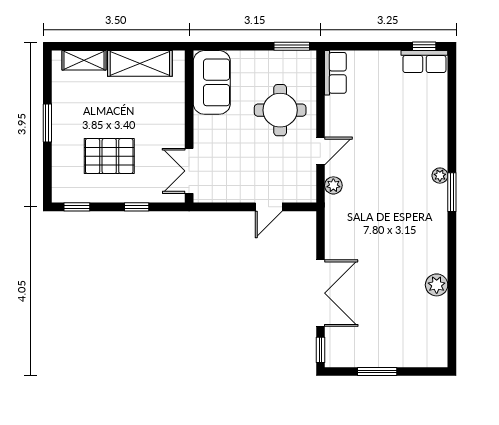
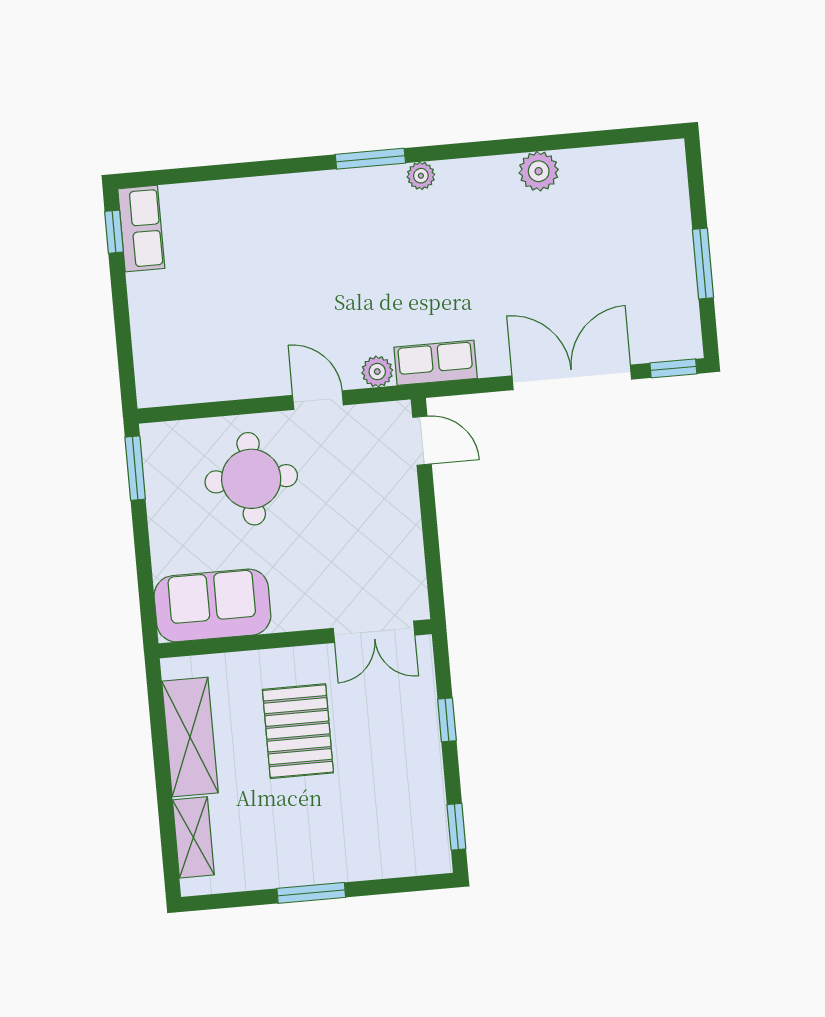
row of seats: (335, 73) -> (436, 363), moved
pallet: (109, 156) -> (298, 731), moved
plant: (440, 176) -> (421, 176), moved
door: (269, 207) -> (422, 441), moved

